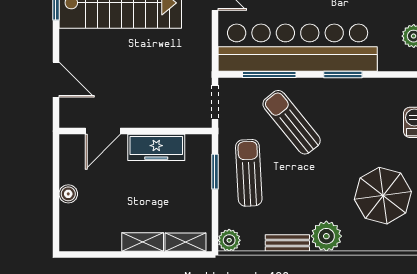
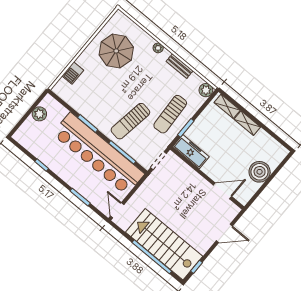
door: (56, 80) -> (224, 233), swing flipped
sun lounger: (292, 122) -> (130, 121), turned 48
freezer: (156, 147) -> (191, 152), moved
boiler: (68, 194) -> (260, 172), width x1.86, depth x1.86
plant: (326, 236) -> (158, 48), width x0.53, depth x0.53

